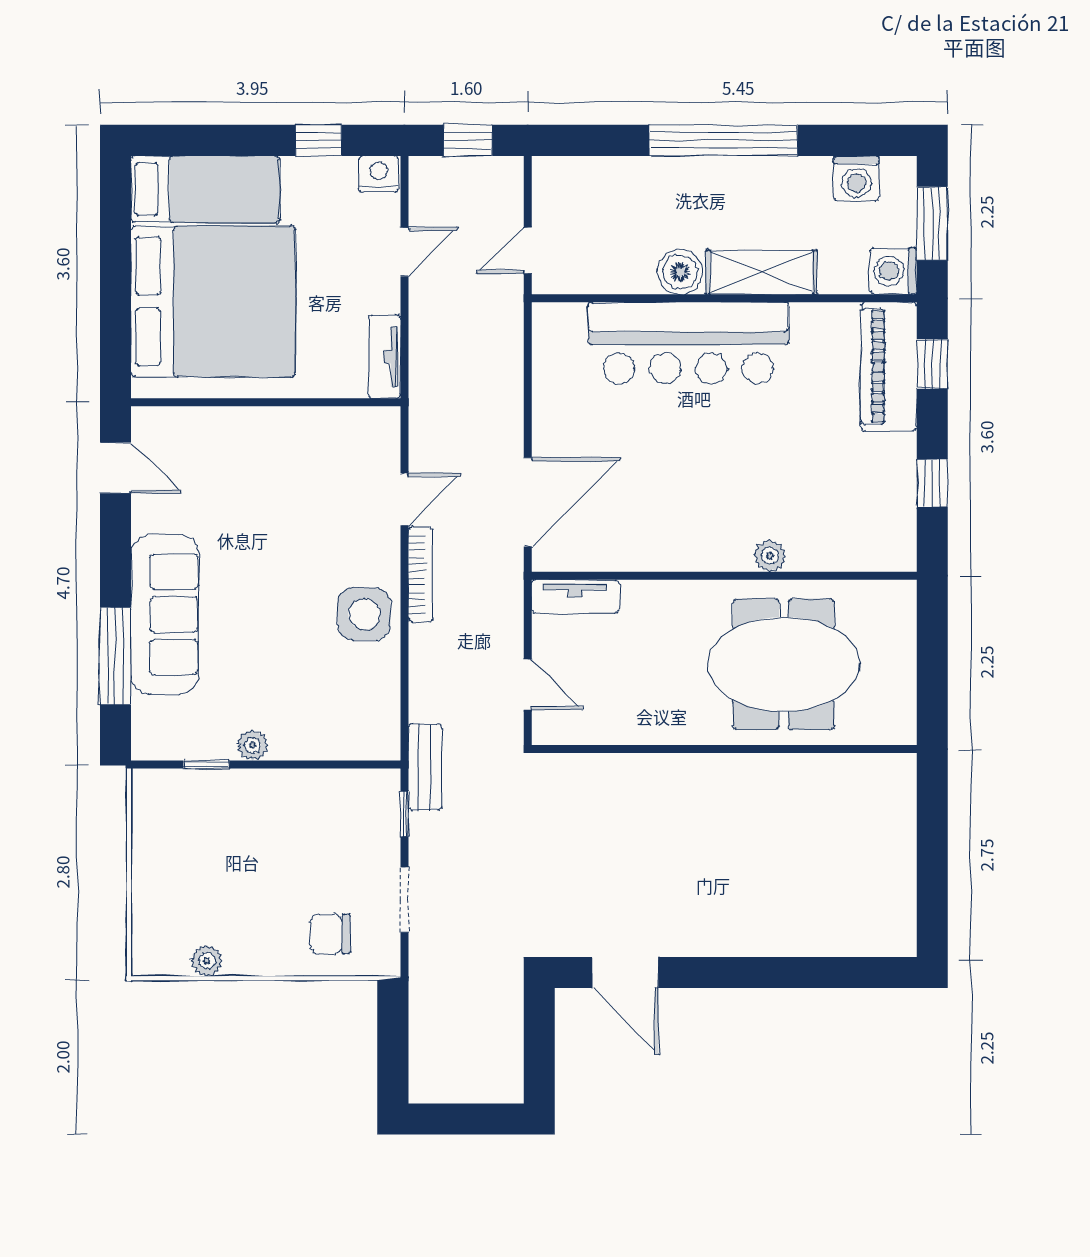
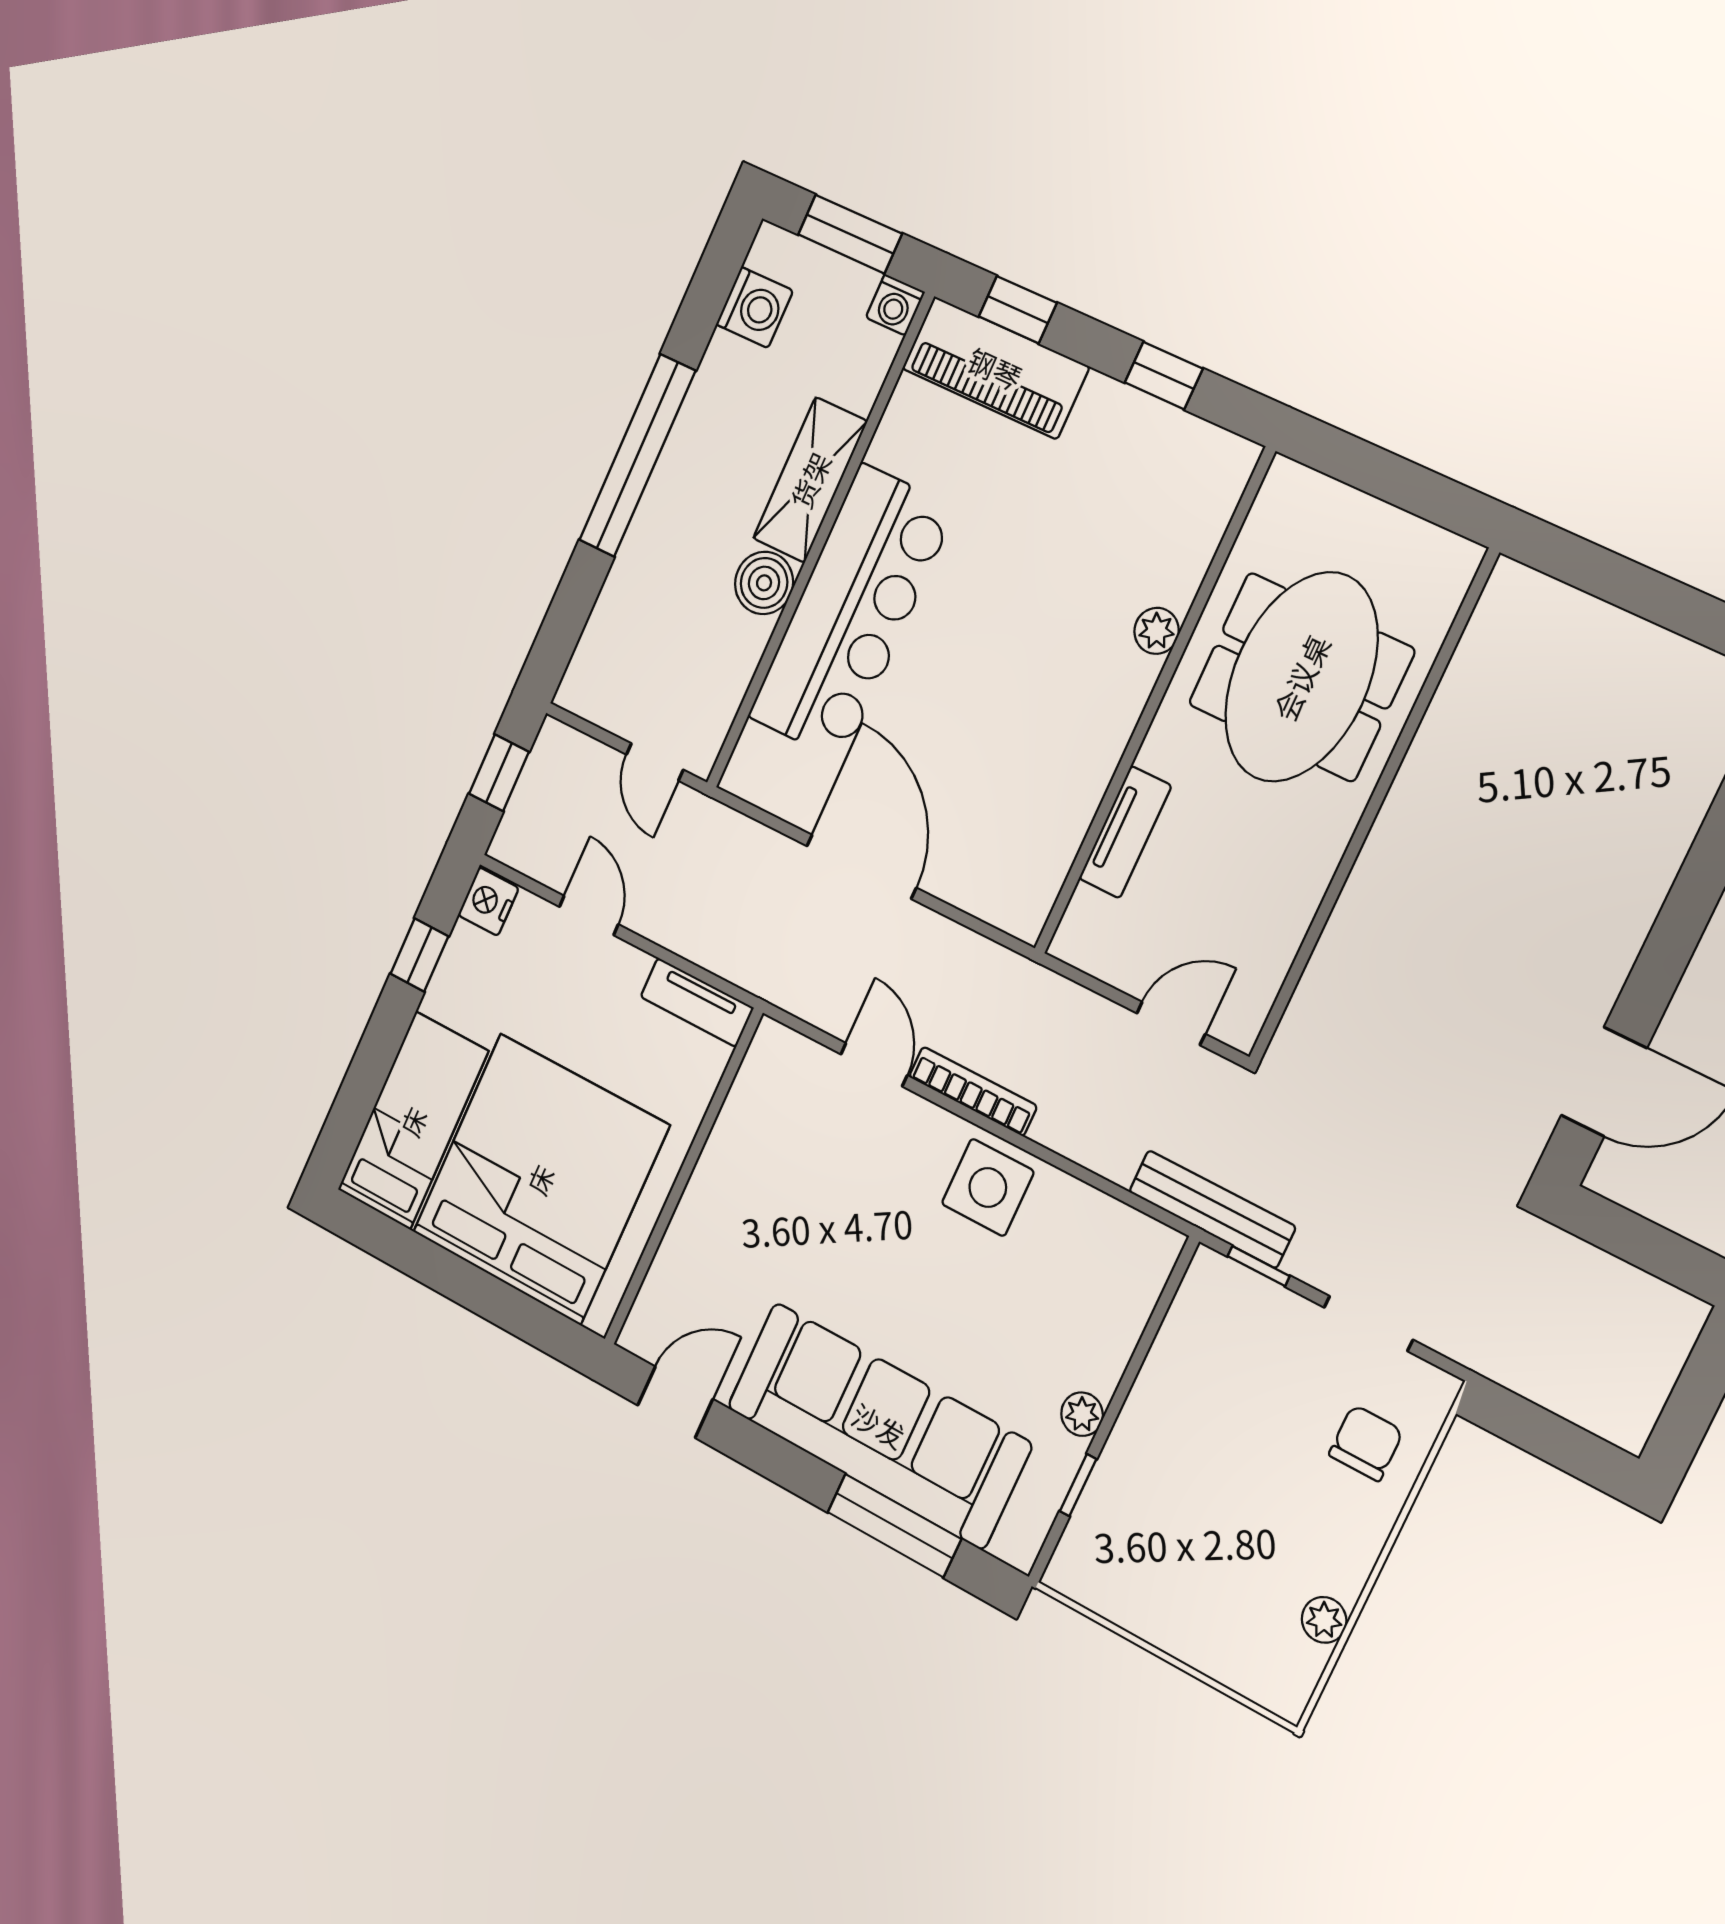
washing machine: (893, 271) -> (895, 305), width x0.73, depth x0.73
door: (528, 502) -> (861, 867), moved
tv unit: (575, 596) -> (1125, 832), moved
sofa: (165, 614) -> (879, 1425), width x1.36, depth x1.27
bench: (425, 767) -> (1212, 1209), width x1.36
chair: (330, 934) -> (1366, 1443), turned 180

